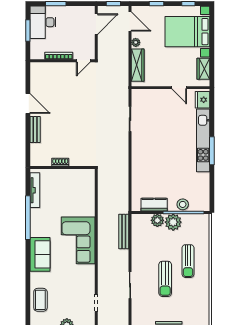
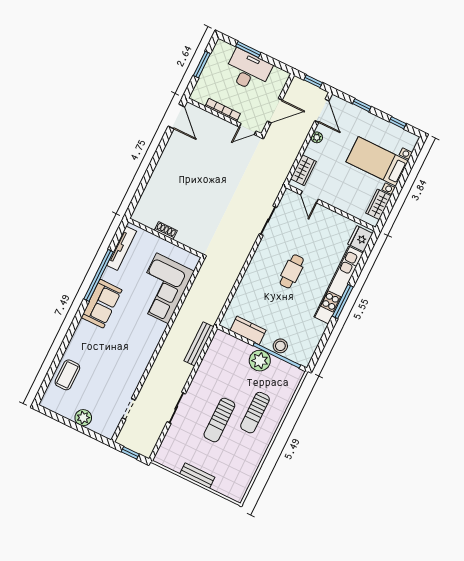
desk: (43, 22) -> (248, 71), moved, turned 90
door: (96, 24) -> (275, 111), moved
bed with nightstands: (187, 32) -> (377, 161), width x0.73
wardrobe: (138, 65) -> (303, 170), width x0.67
door: (179, 88) -> (309, 197), moved
door: (28, 104) -> (176, 116), moved
bench: (35, 130) -> (155, 180), removed
cafe table: (165, 147) -> (292, 271), added
plant: (157, 220) -> (243, 350), removed
corner sofa: (78, 240) -> (162, 288), moved
sofa: (40, 254) -> (102, 304), moved

